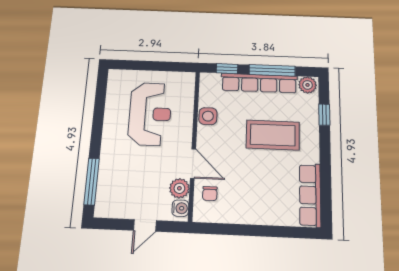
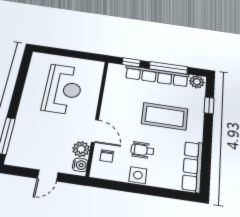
side table: (208, 116) -> (138, 175), moved
wheelchair: (250, 181) -> (142, 150), added

